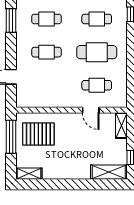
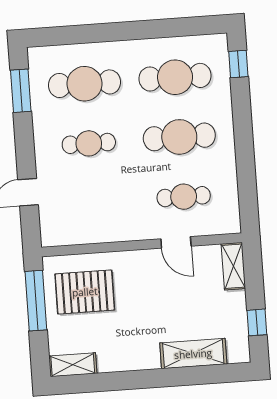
cafe table: (46, 19) -> (85, 84), width x1.37, depth x1.35
cafe table: (97, 19) -> (175, 77), width x1.37, depth x1.35
shelving: (109, 172) -> (193, 354), moved

